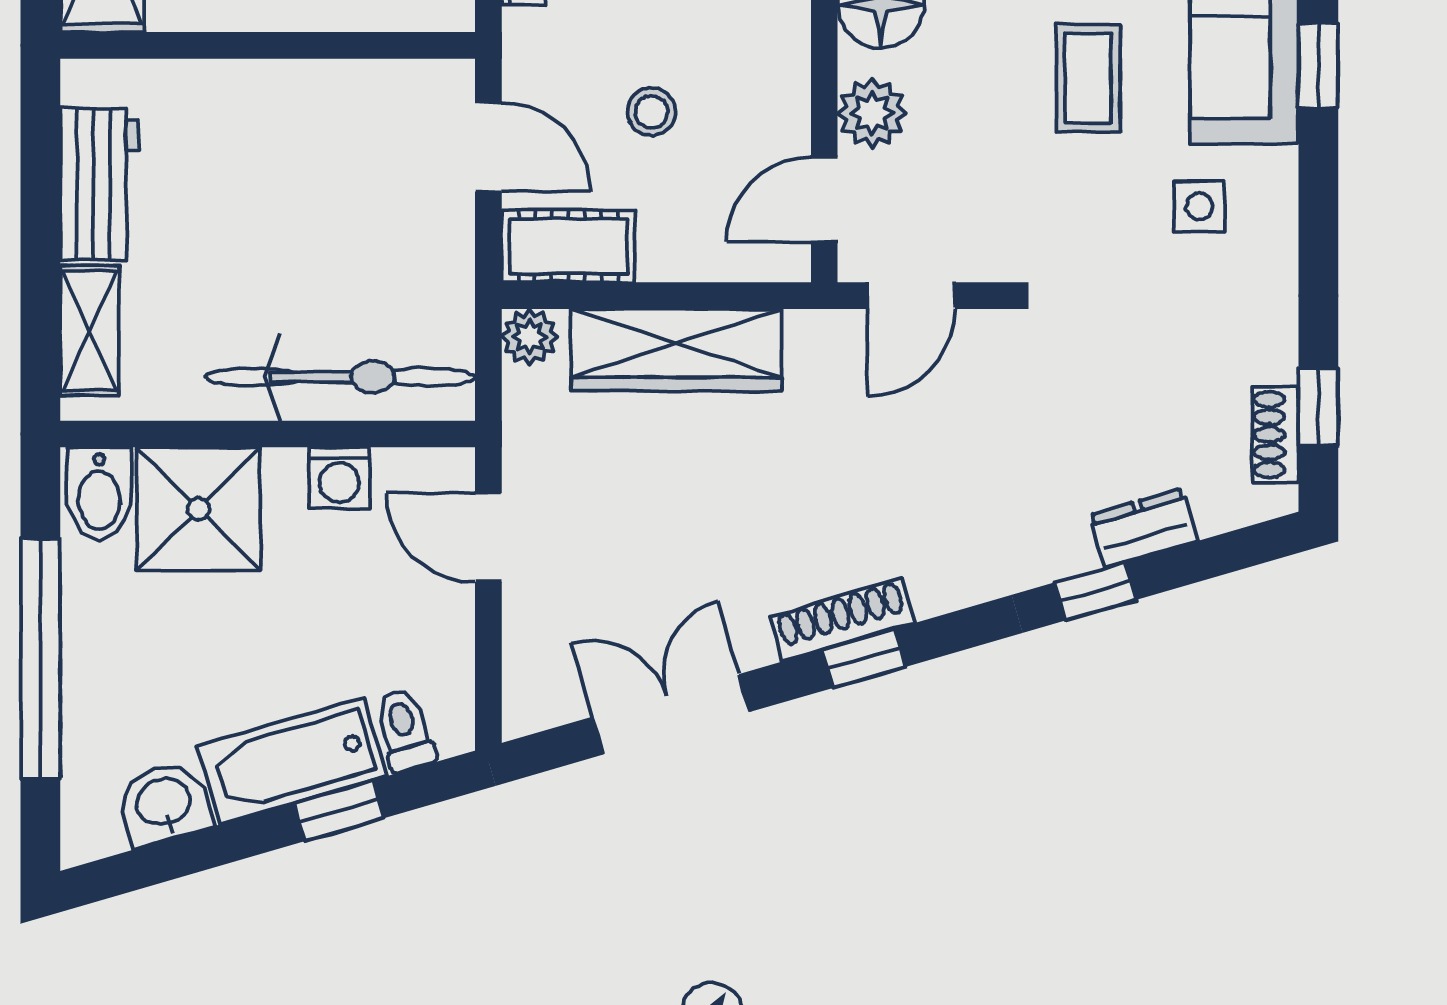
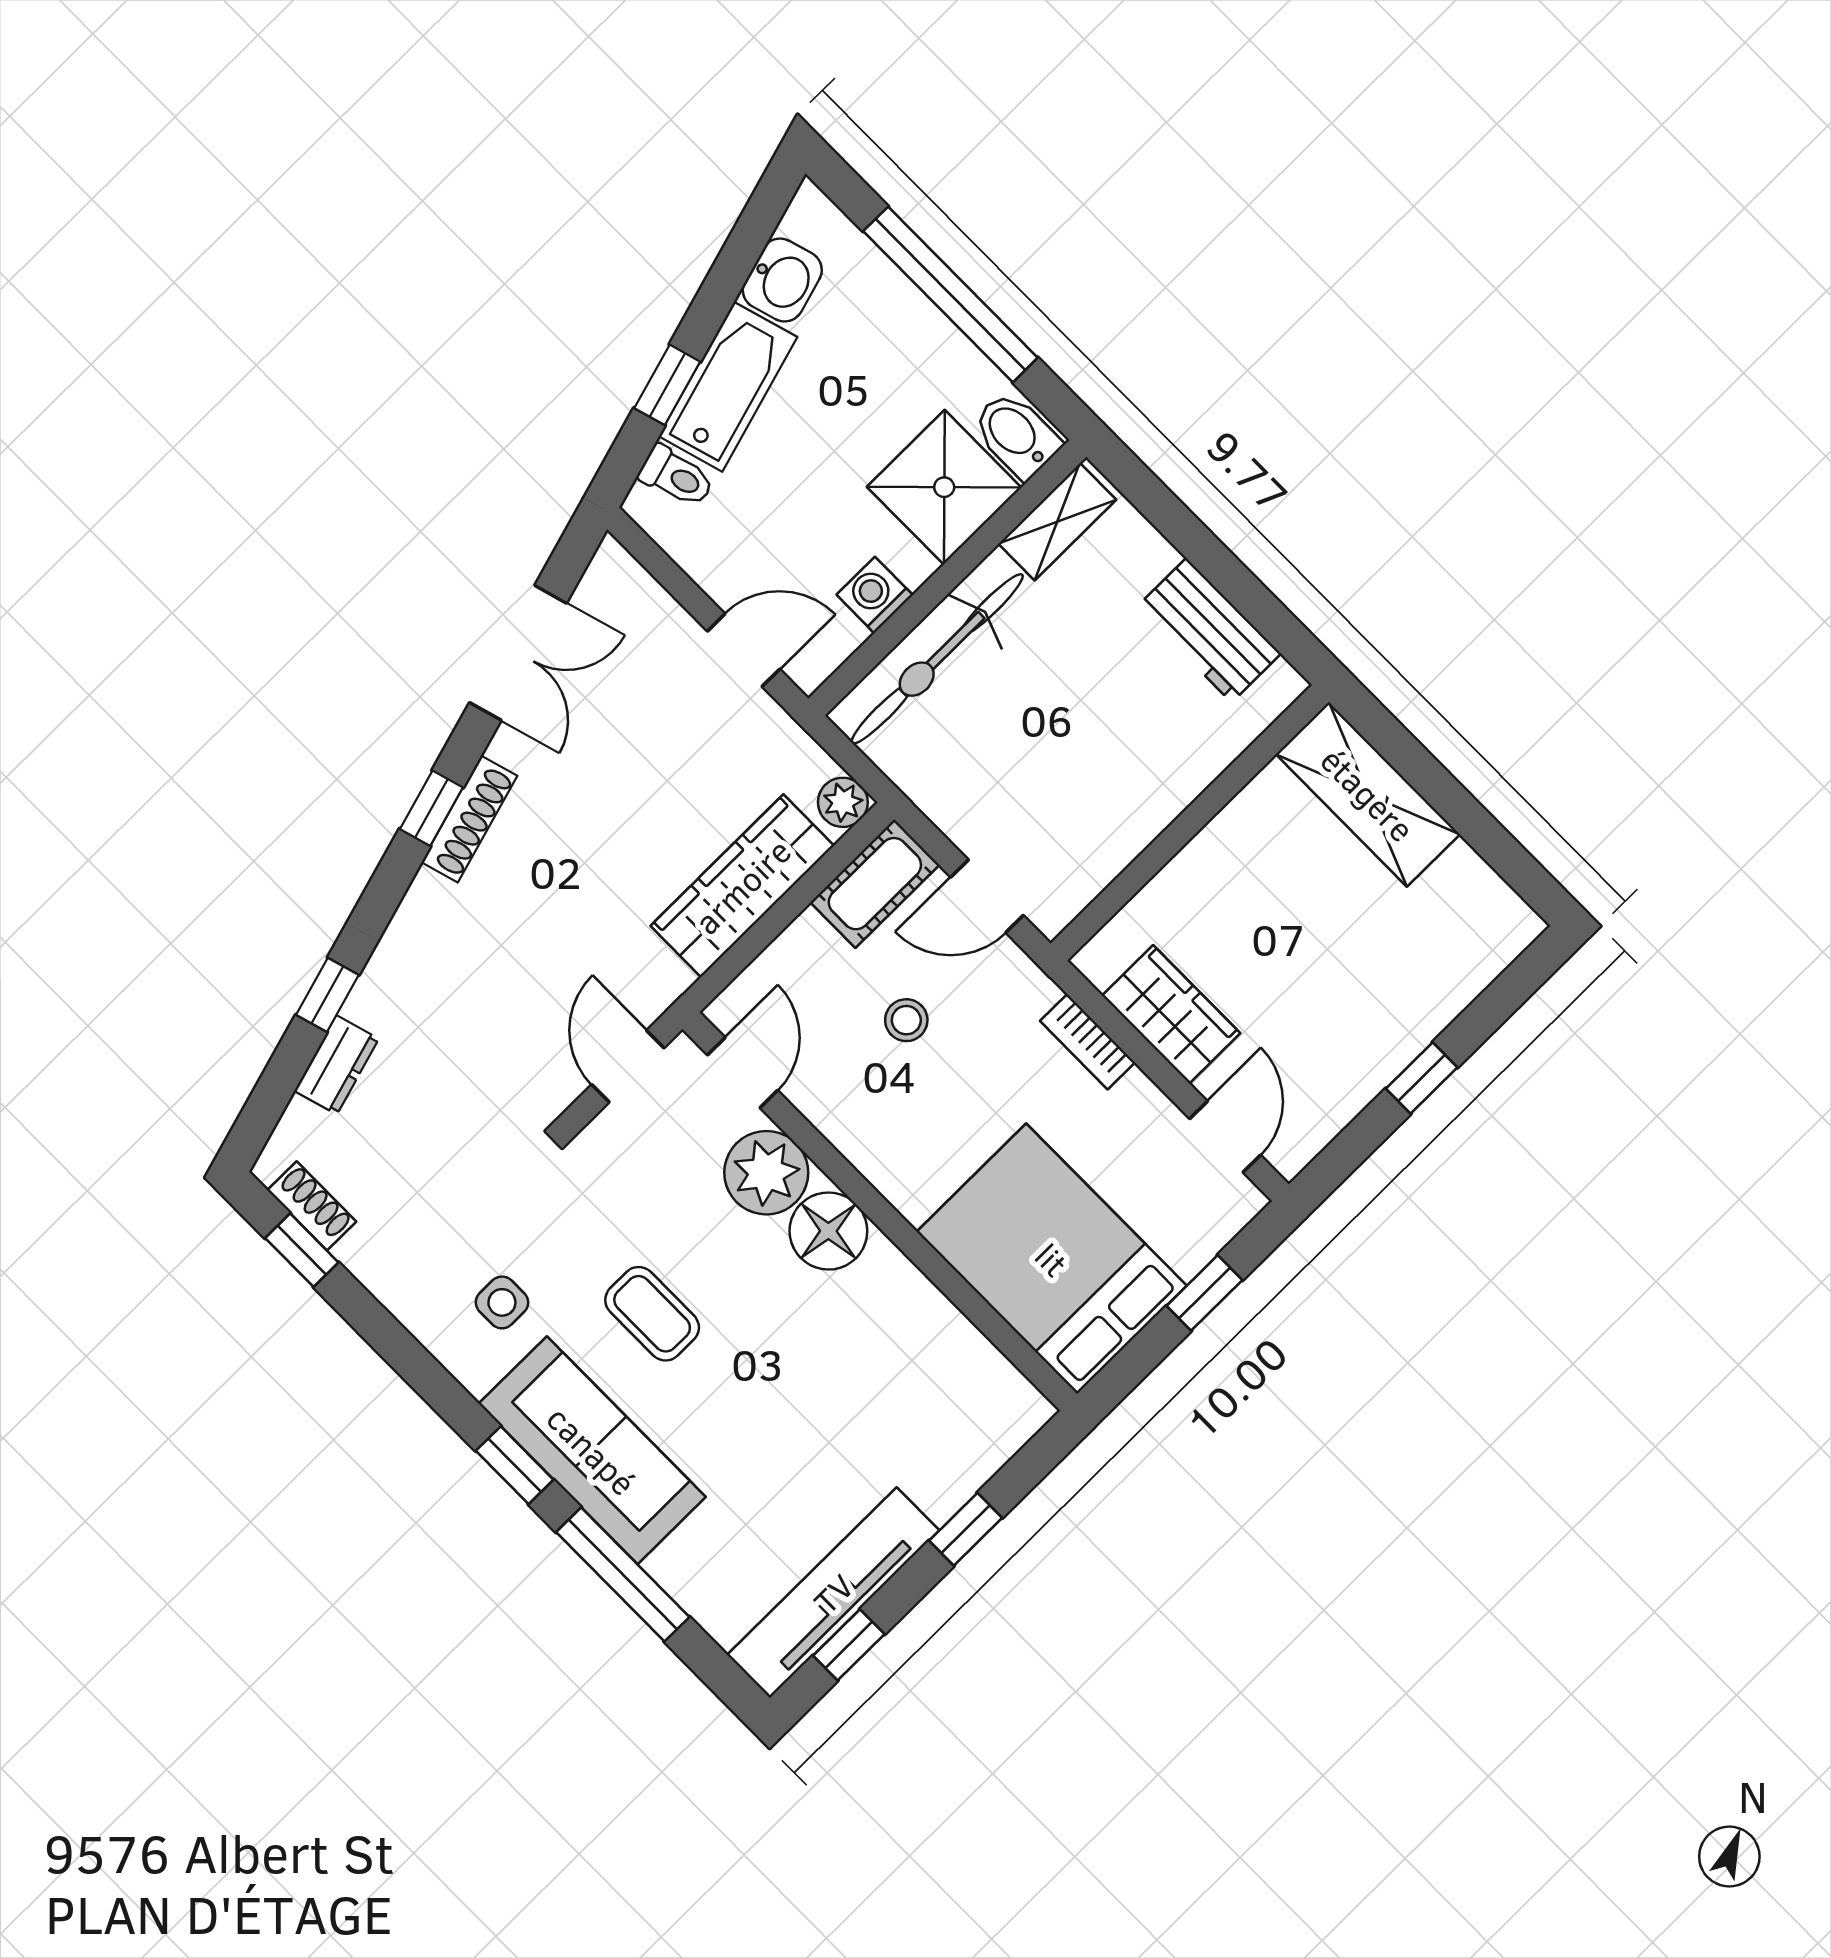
plant: (872, 113) -> (766, 1173), width x1.36, depth x1.36
shelving: (89, 331) -> (1057, 522), moved, turned 90

